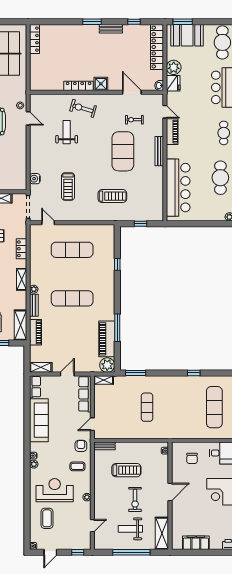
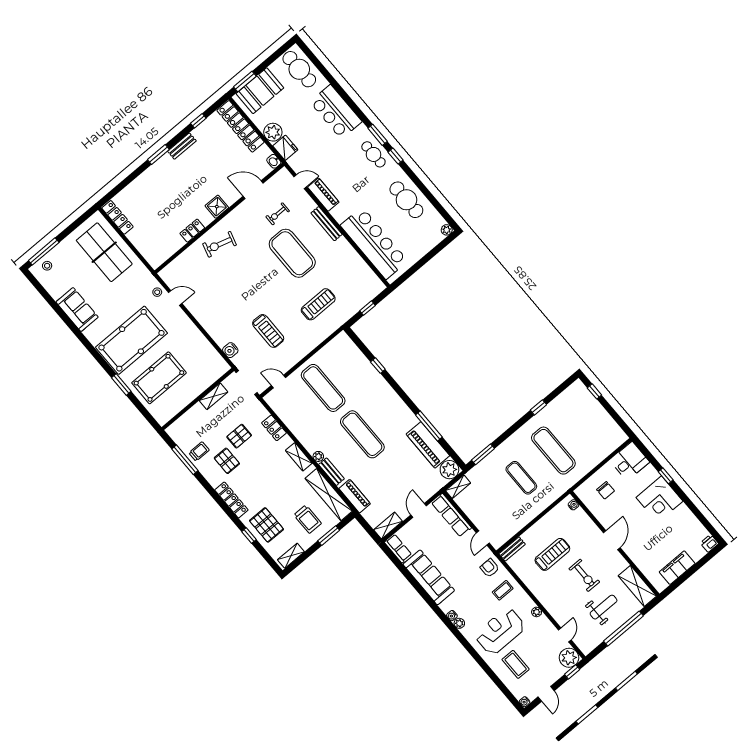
locker: (79, 86) -> (192, 231), width x0.66
weight bench: (67, 132) -> (223, 280), removed
exercise mat: (72, 250) -> (323, 388), turned 90
exercise mat: (72, 298) -> (362, 434), turned 90
shelving: (20, 325) -> (329, 495), width x1.47
exercise mat: (214, 407) -> (553, 451), moved
weight bench: (130, 529) -> (604, 607), turned 180
plant: (83, 542) -> (569, 658), added

